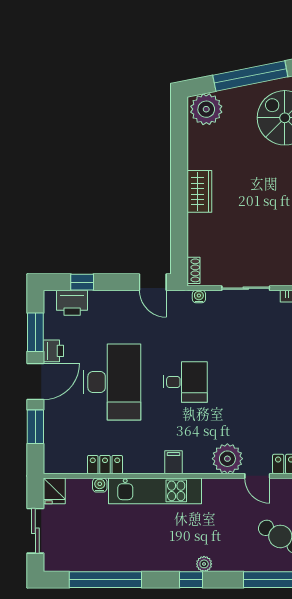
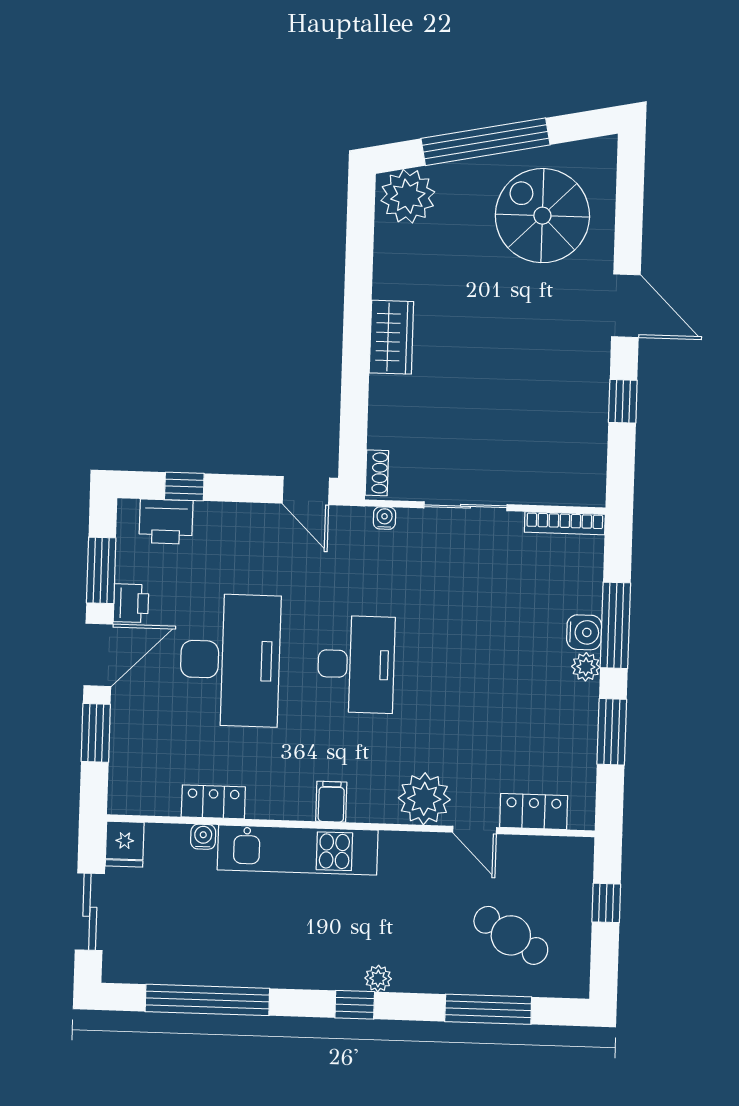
desk: (185, 382) -> (356, 664), width x1.37

